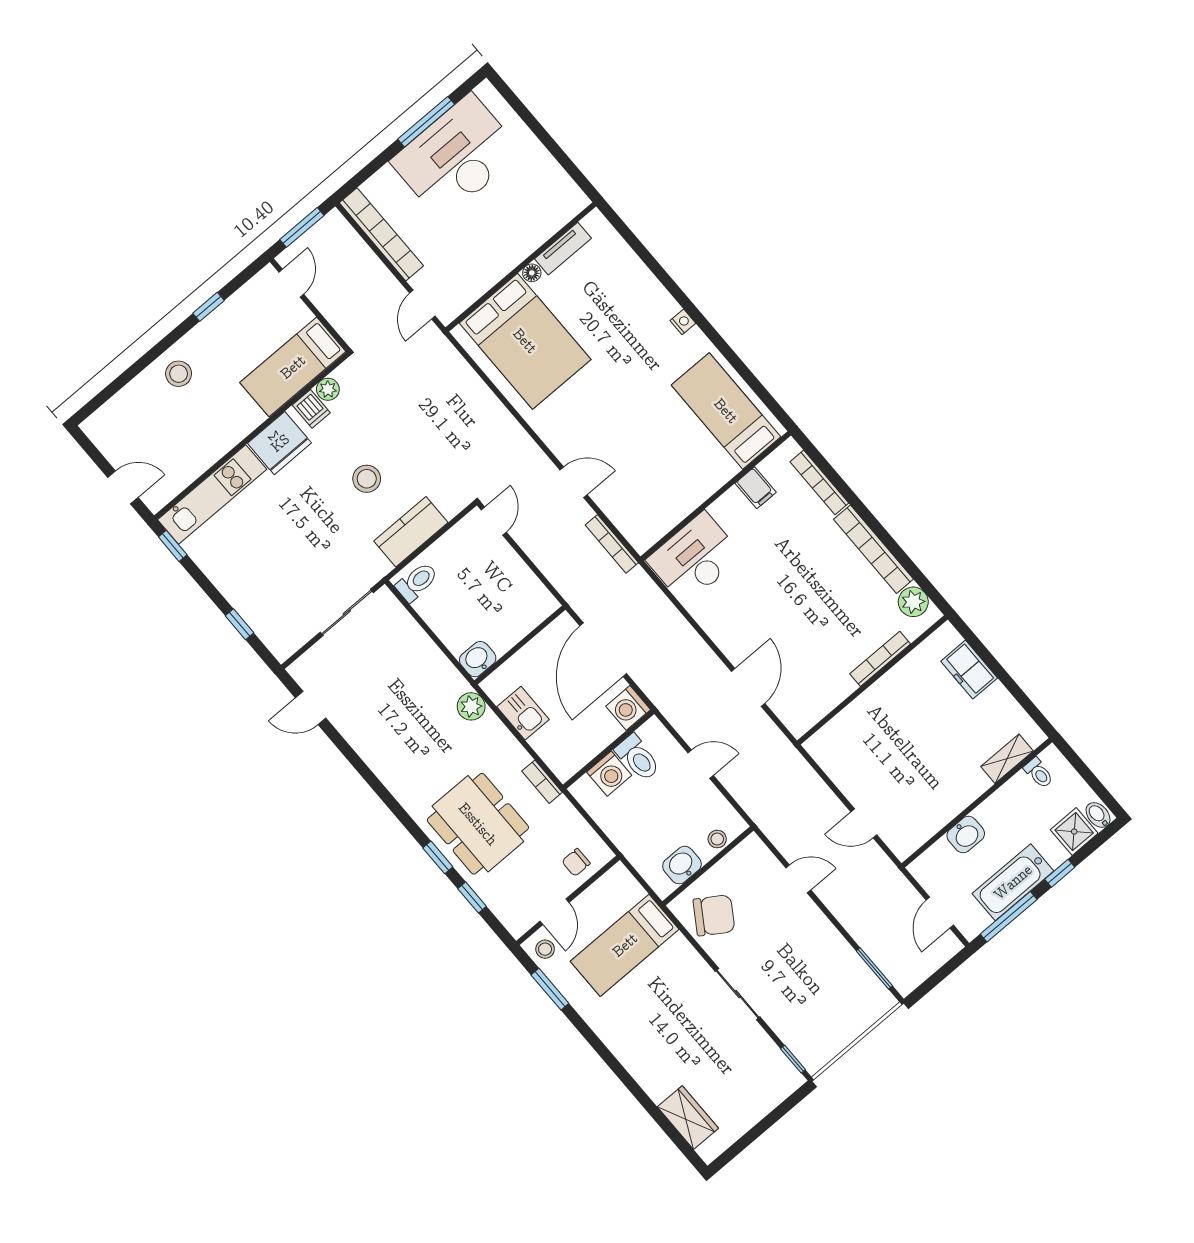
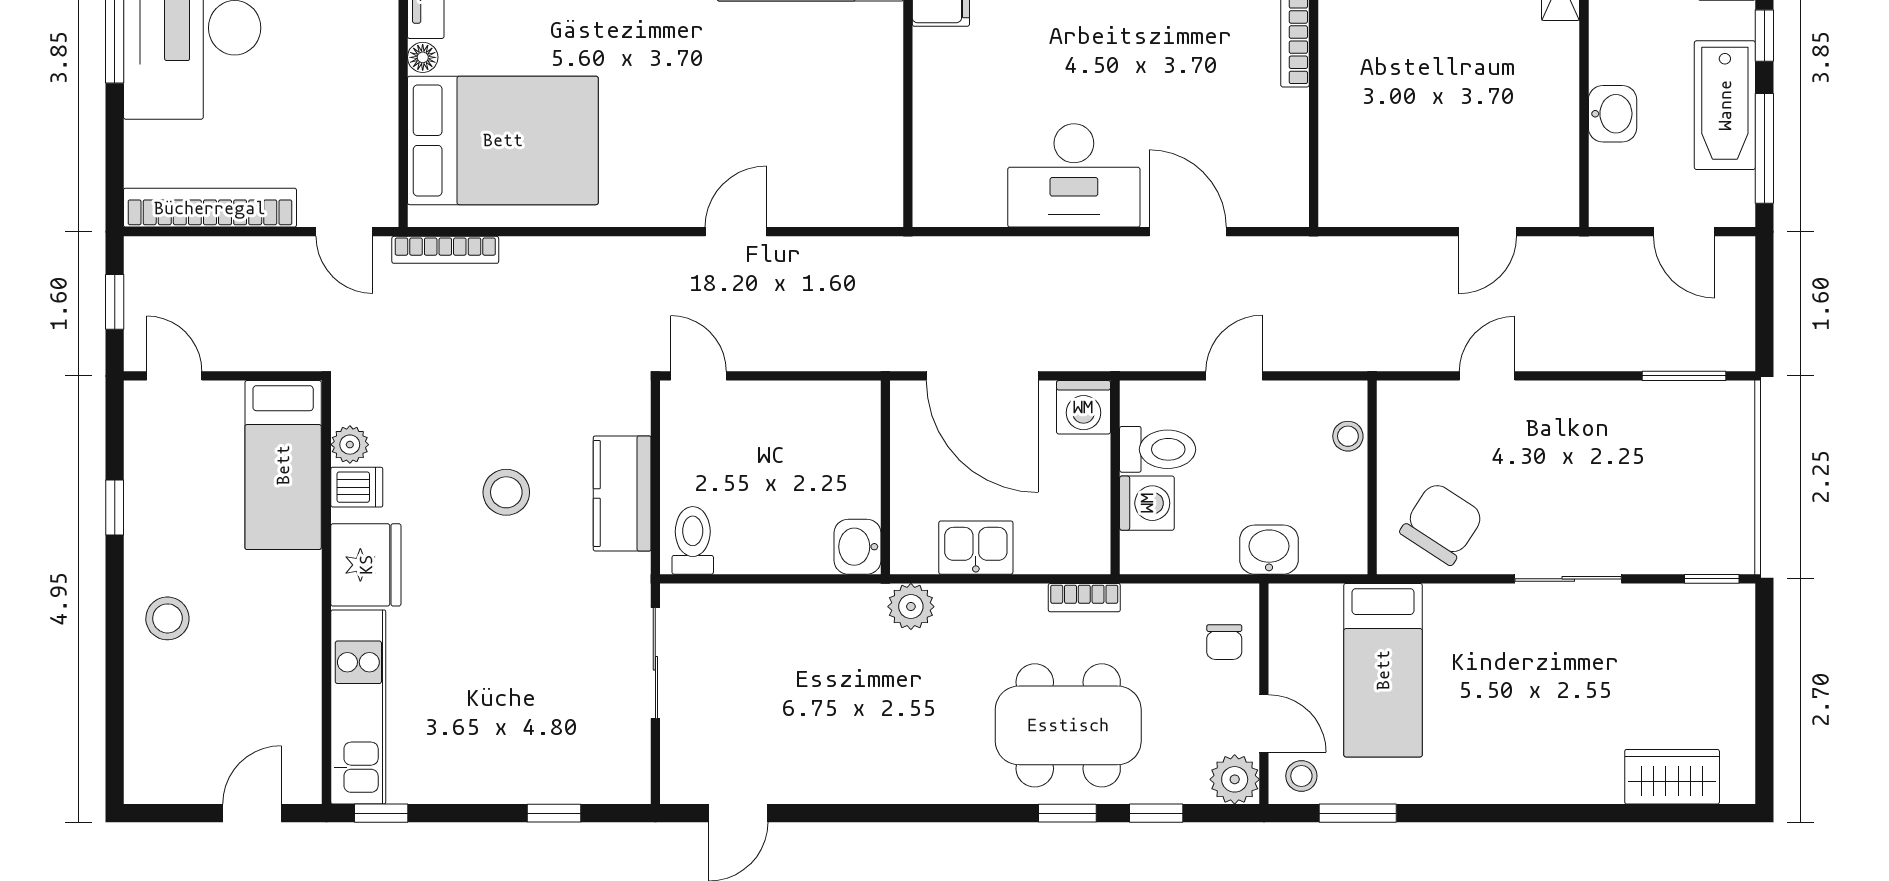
window: (302, 227) -> (115, 302), width x0.67
bookcase: (612, 544) -> (445, 250), moved
desk: (695, 558) -> (1074, 175), moved, turned -90
washbasin: (682, 865) -> (1269, 550), moved, turned 90
plant: (518, 920) -> (1235, 779), added

